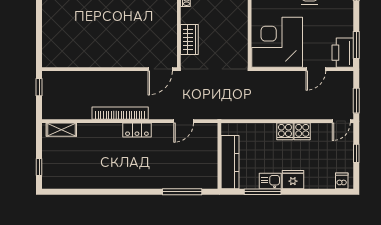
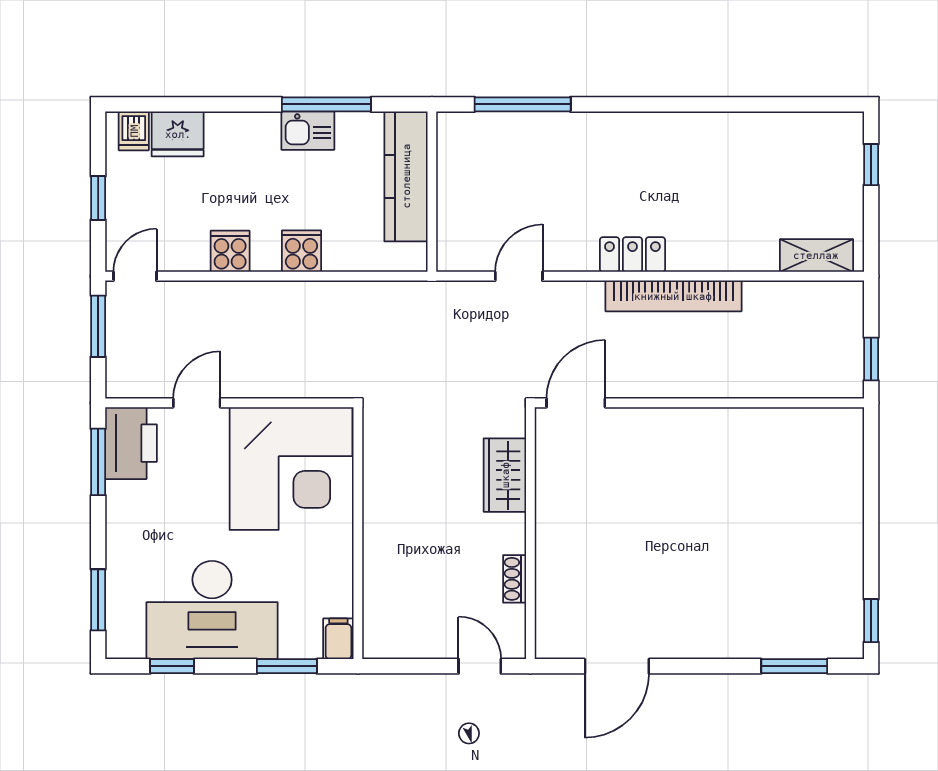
cooker: (285, 131) -> (301, 251), moved
fridge: (293, 180) -> (178, 134), moved

